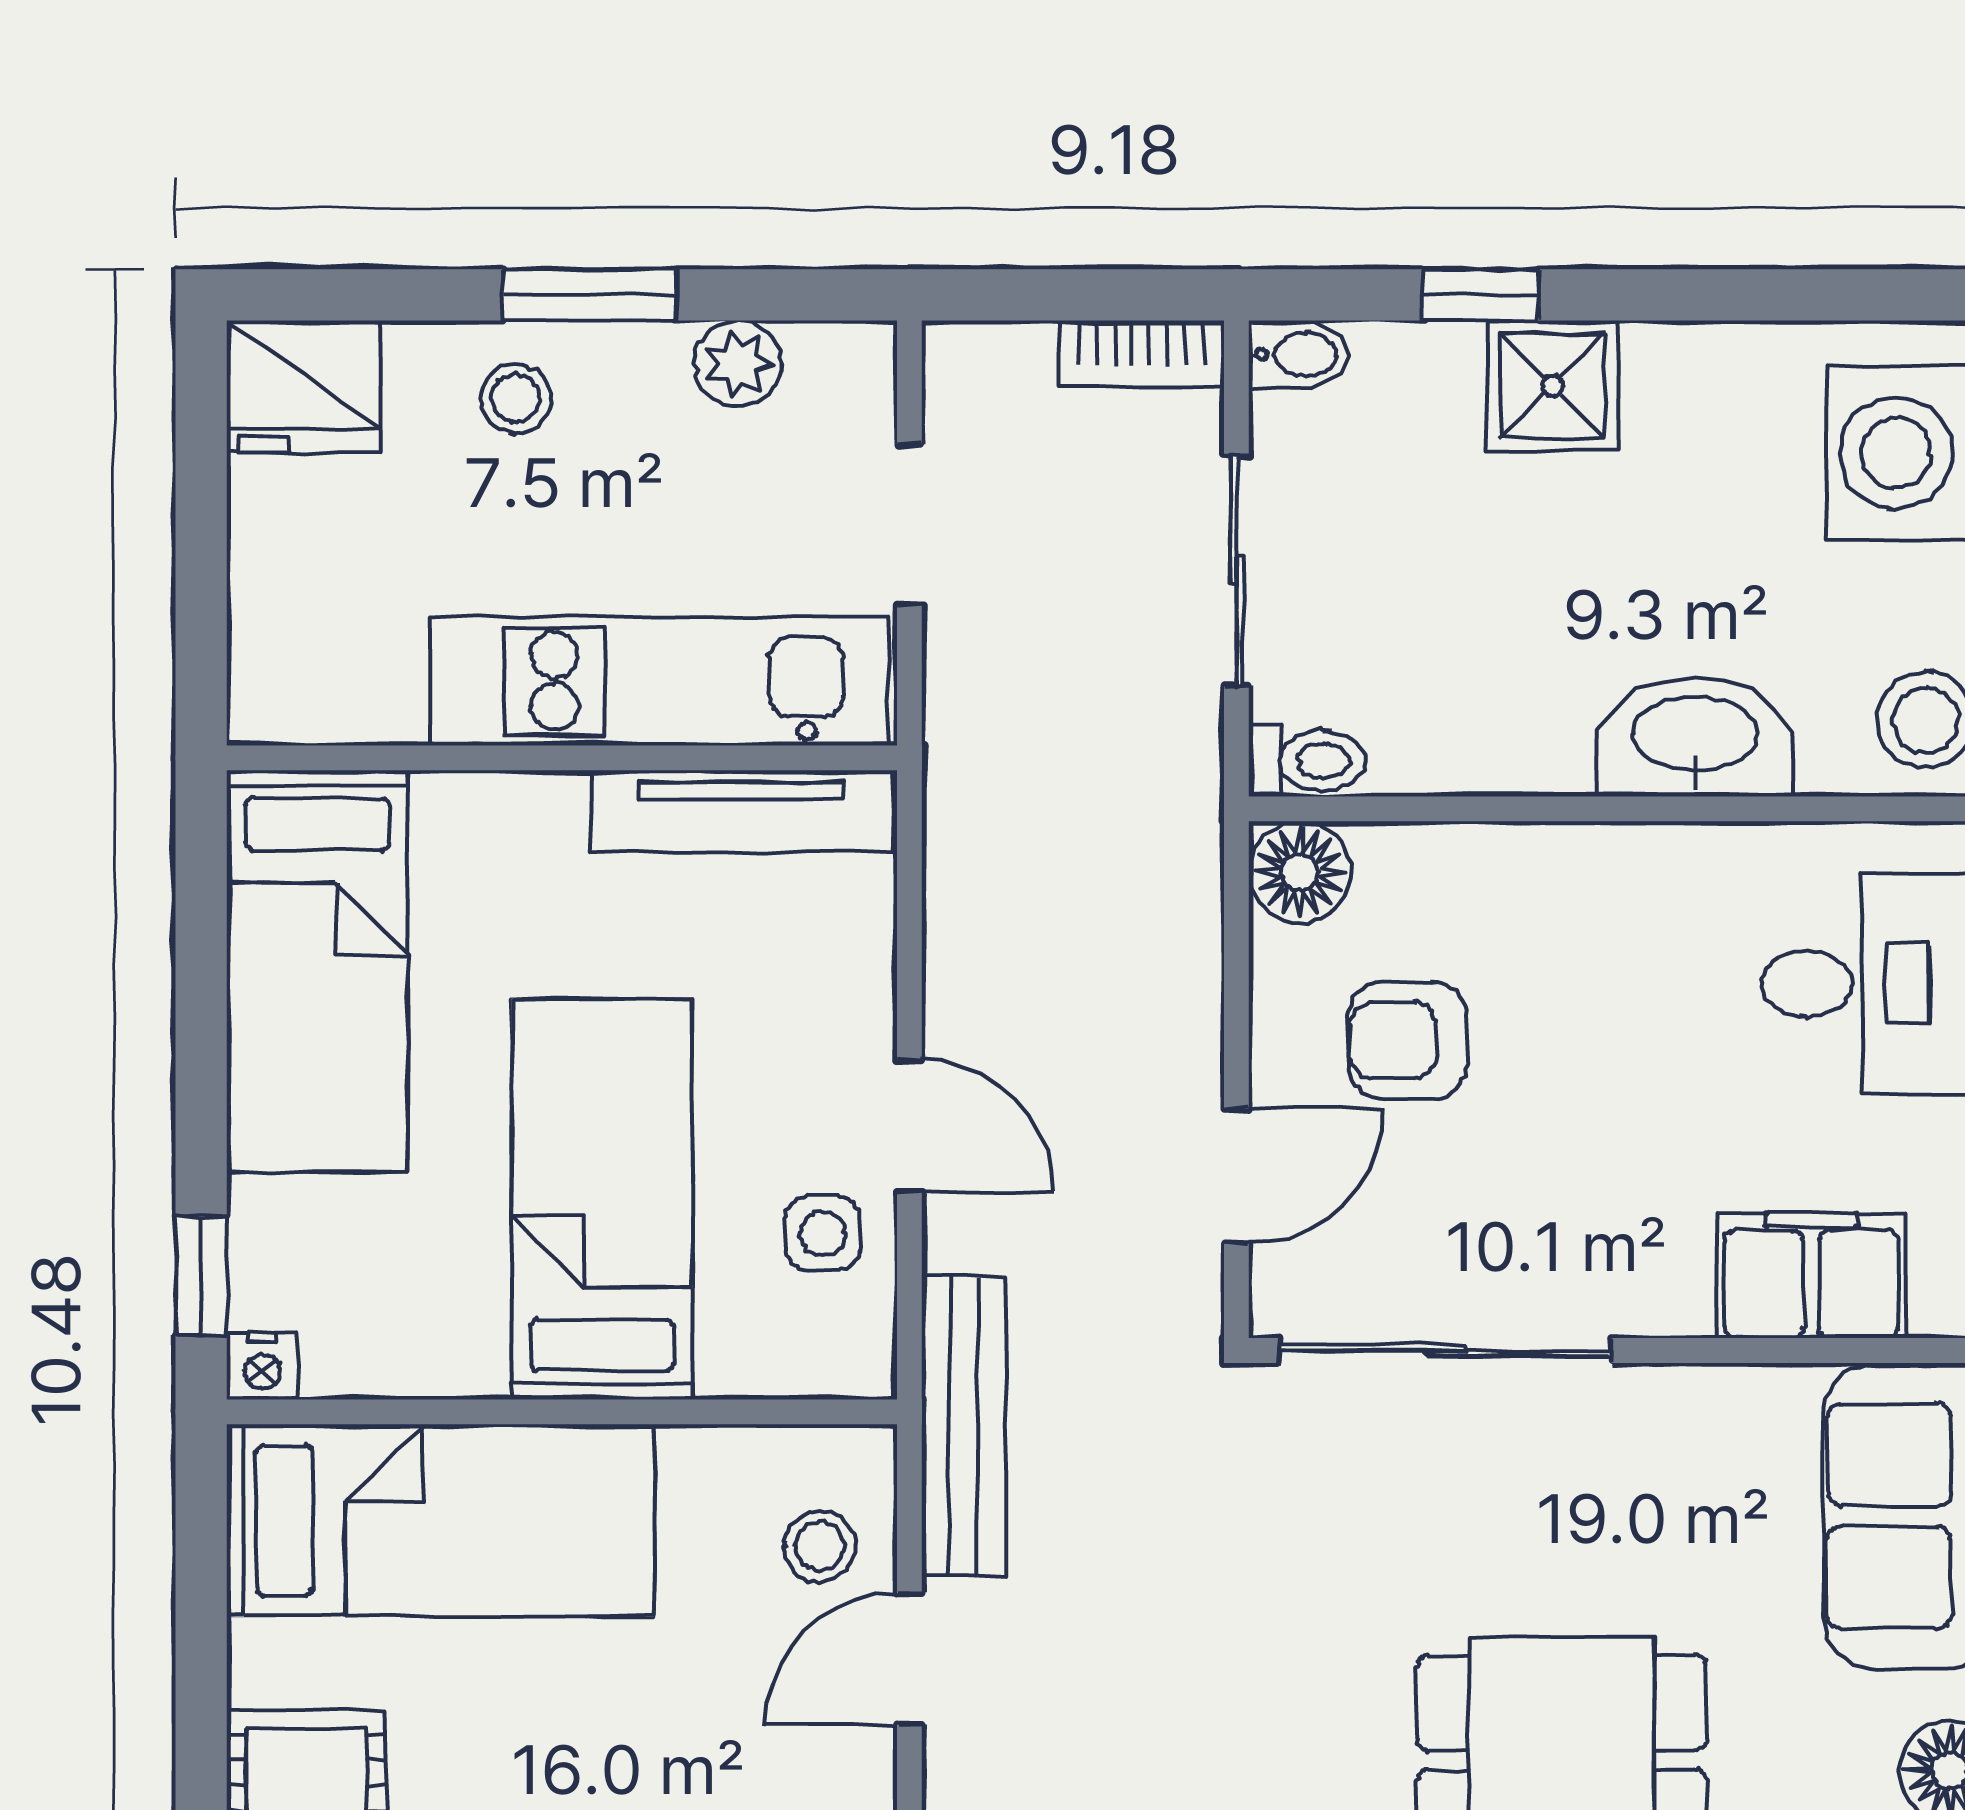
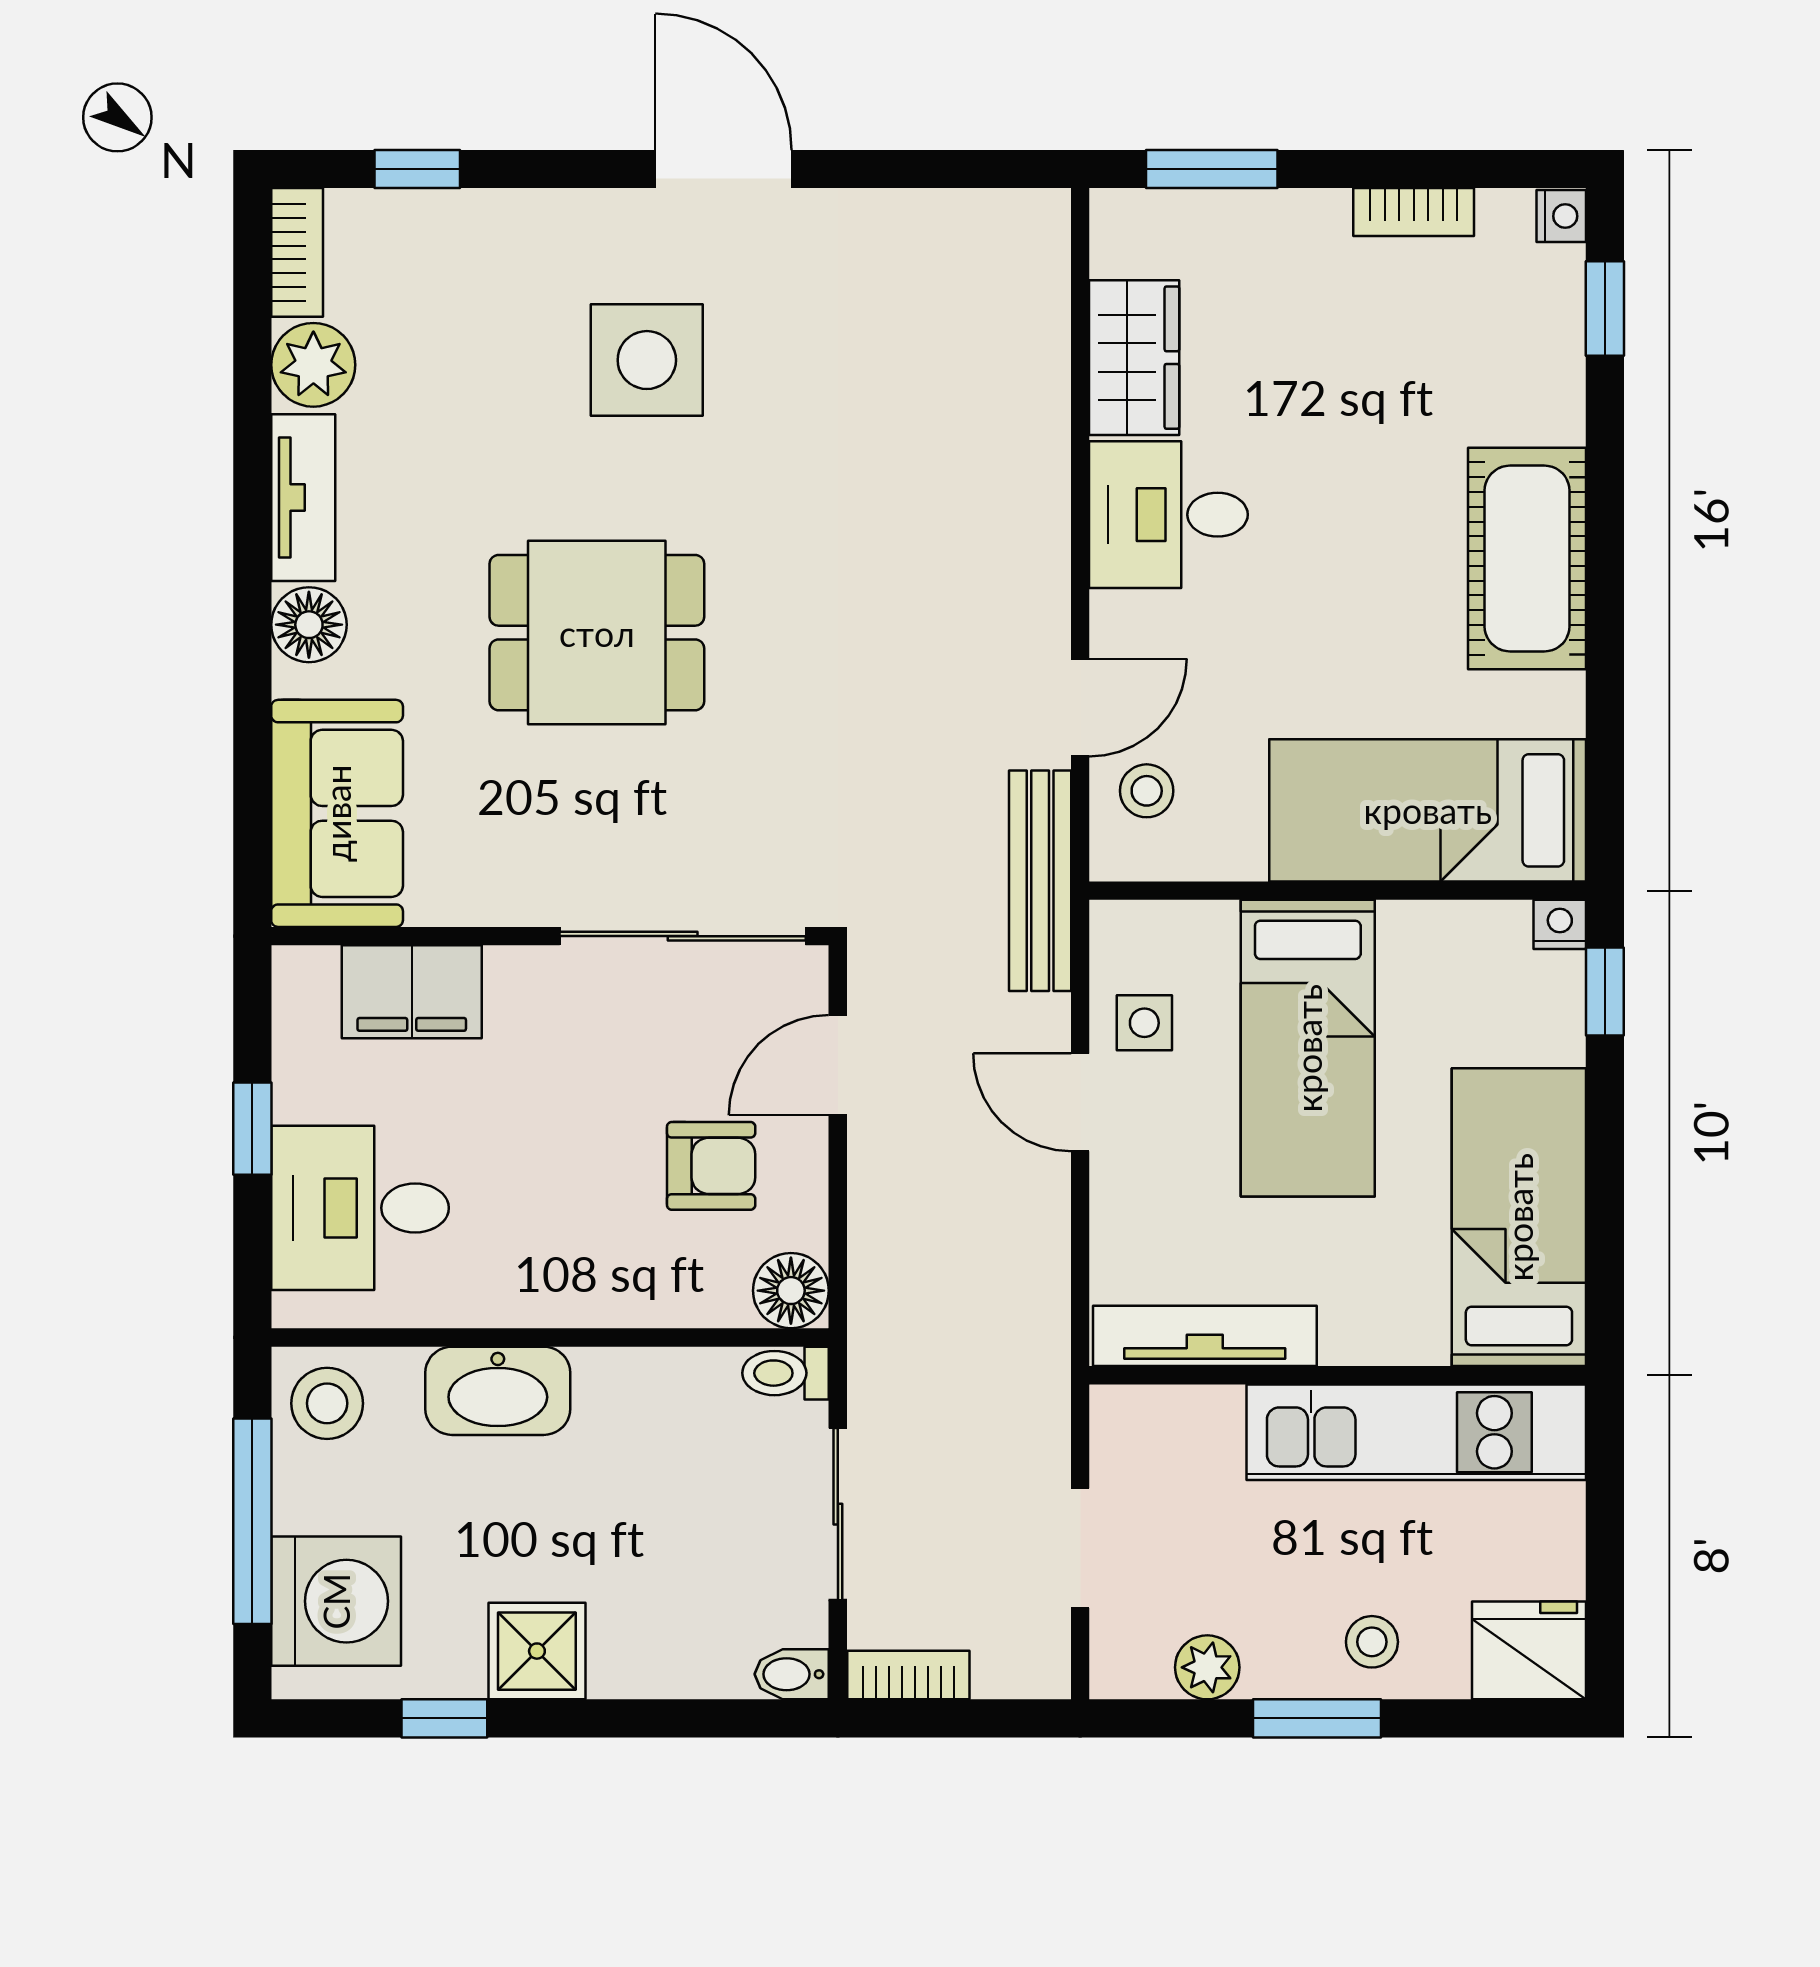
window: (1481, 295) -> (444, 1718), moved
shower: (1552, 386) -> (537, 1651), moved
kitchen unit: (660, 681) -> (1416, 1432), moved

